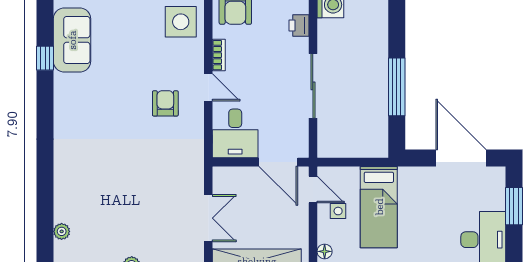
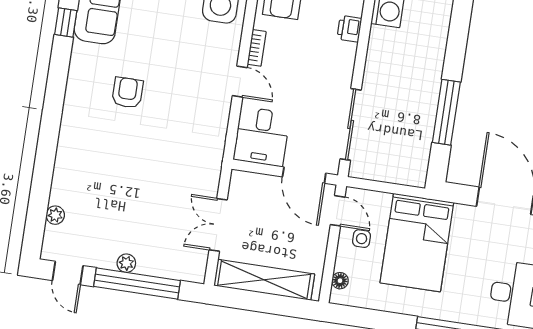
sliding door: (313, 86) -> (351, 124), moved
armchair: (165, 103) -> (127, 93), moved
bed: (379, 207) -> (417, 243), width x1.50
double door: (208, 218) -> (218, 225), swing flipped

